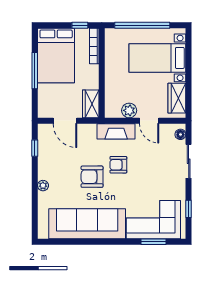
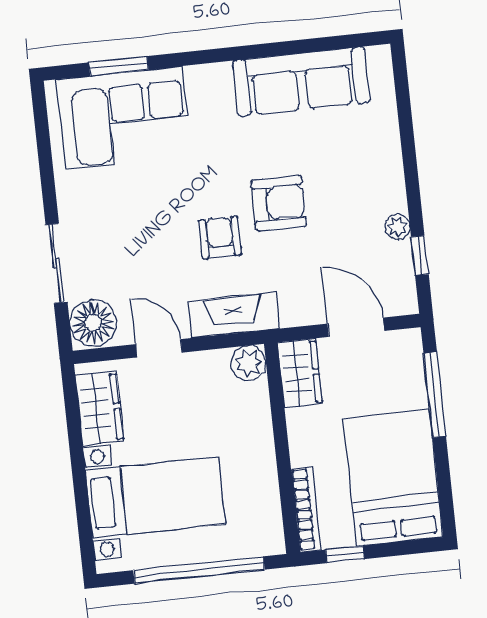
window: (35, 71) -> (435, 395), moved
plant: (129, 110) -> (248, 363), moved
floor lamp: (180, 134) -> (93, 323), width x1.89, depth x1.89
armchair: (118, 165) -> (220, 238), turned -90
plant: (43, 186) -> (397, 227), moved
window: (189, 209) -> (45, 152), removed
sofa: (87, 224) -> (301, 82), width x0.74, depth x0.79

